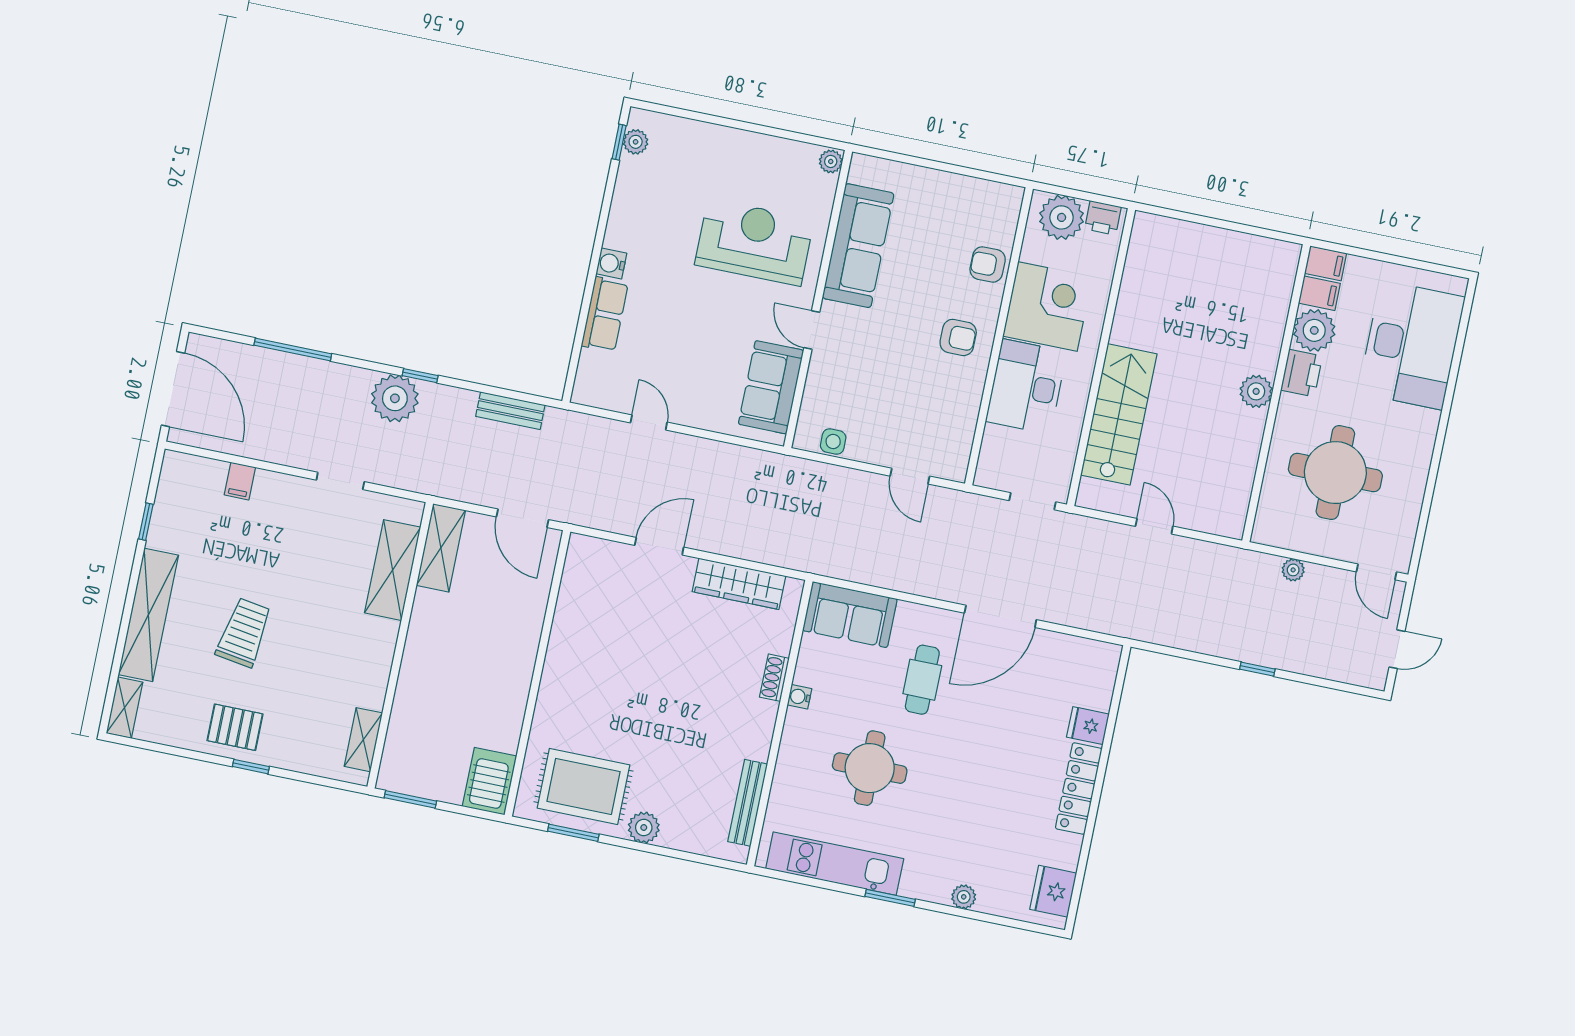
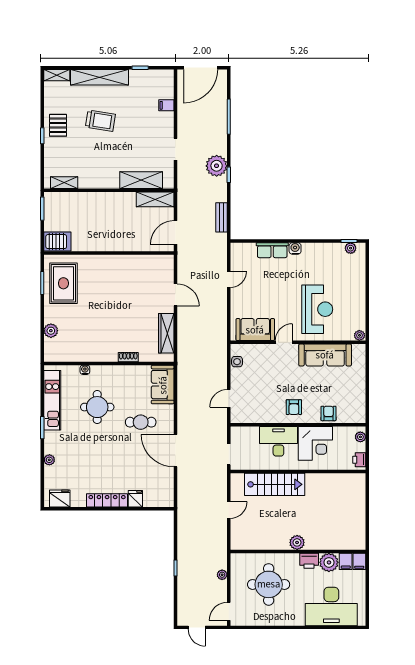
plant: (1062, 217) -> (360, 437), width x0.53, depth x0.53
water cooler: (799, 697) -> (85, 370), moved
bench: (748, 803) -> (71, 357), removed
plant: (644, 828) -> (51, 331), moved

